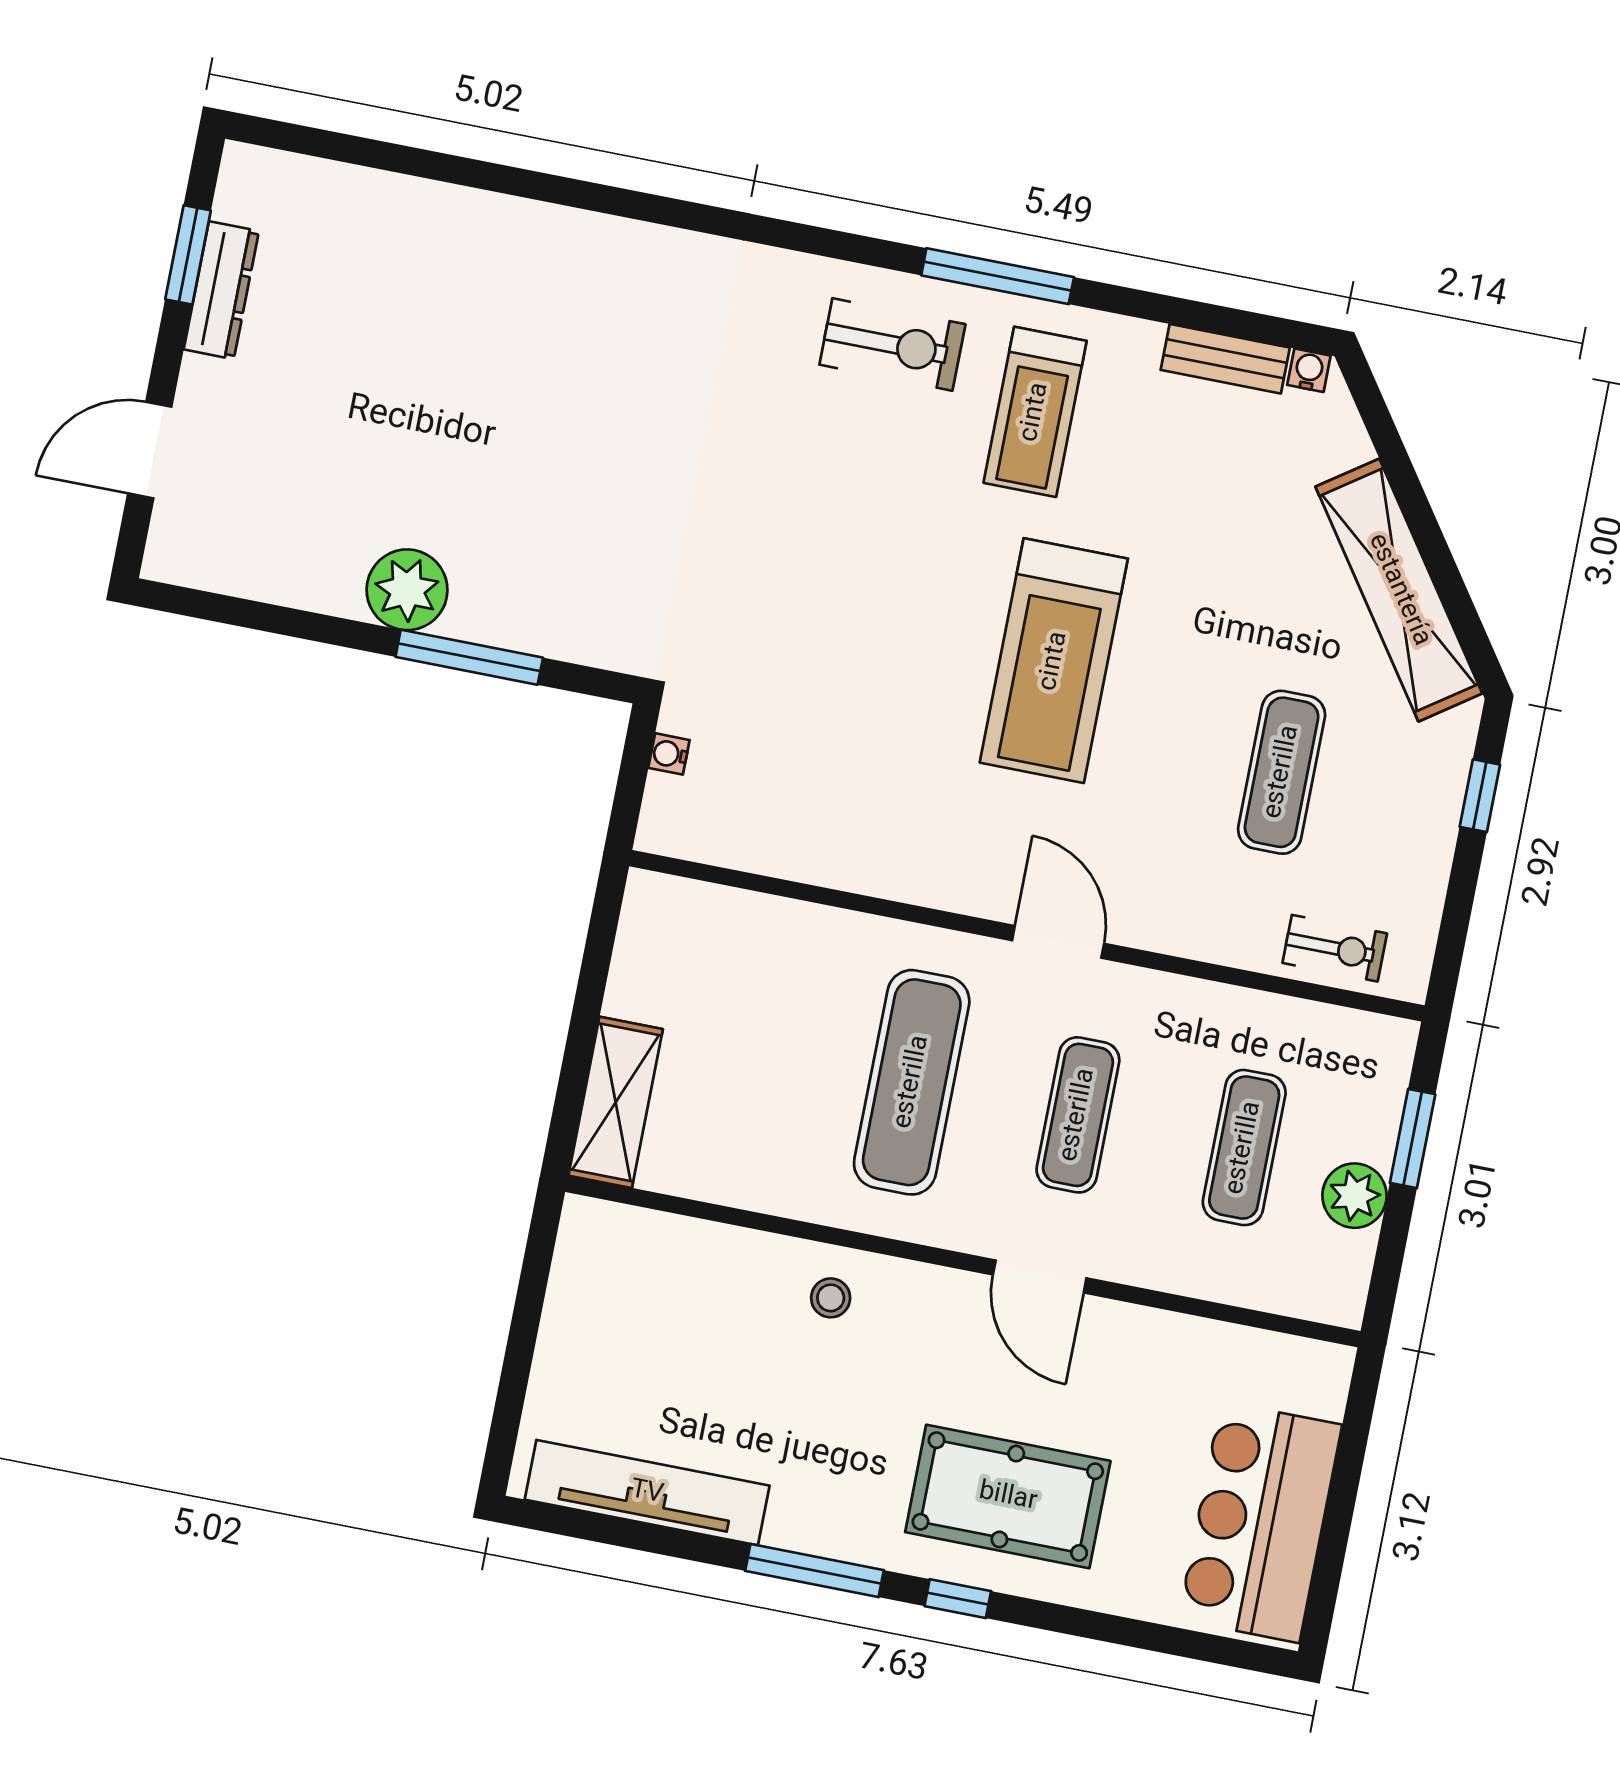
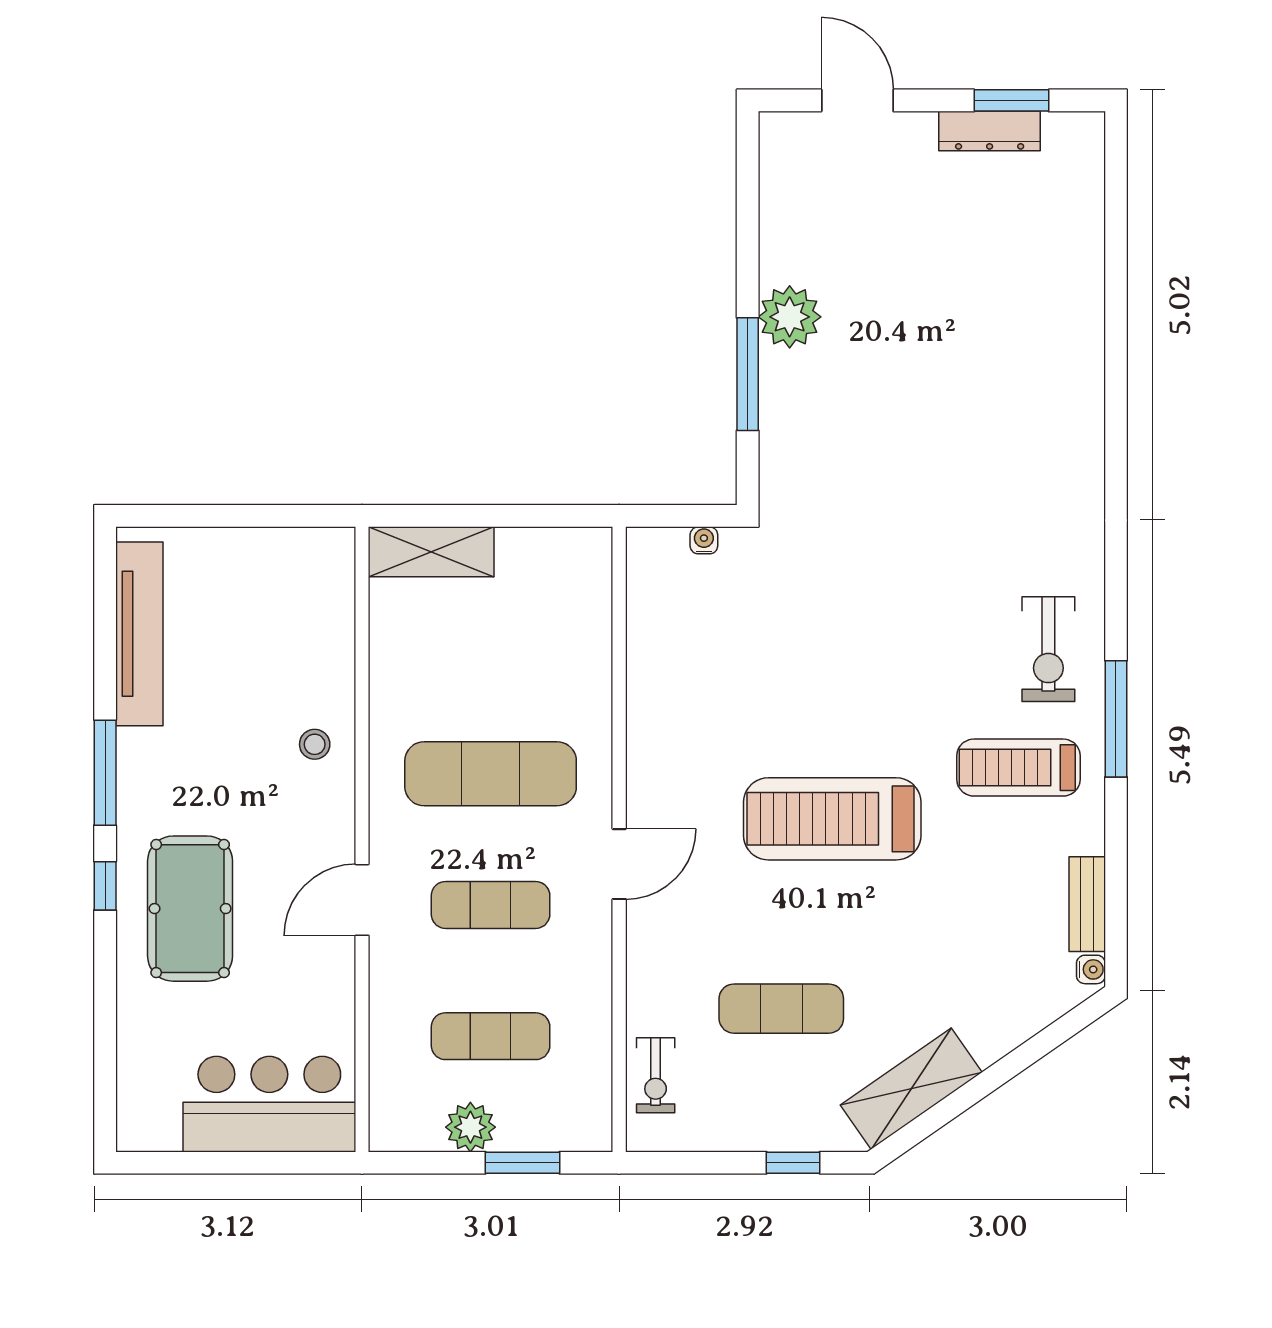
shelving: (1399, 590) -> (911, 1089), width x0.68
bar counter: (1260, 1522) -> (269, 1104), moved

